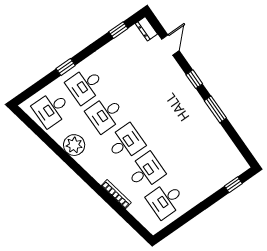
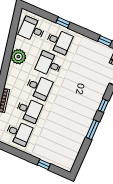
desk: (85, 85) -> (59, 41), turned 180
window: (233, 185) -> (44, 164), moved
desk: (166, 200) -> (19, 133), turned 180

